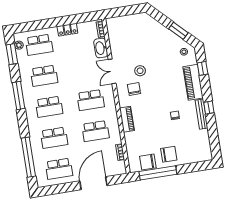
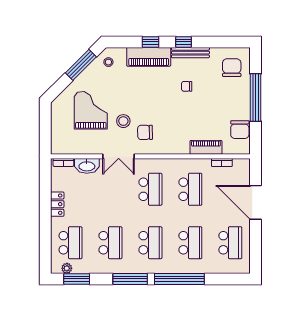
window: (178, 31) -> (81, 65), width x1.44
grand piano: (144, 44) -> (91, 110), added
window: (203, 68) -> (150, 42), moved
piano: (127, 119) -> (206, 147), moved
chair: (169, 154) -> (232, 68), moved
window: (28, 157) -> (179, 279), moved
window: (158, 173) -> (255, 98), moved

